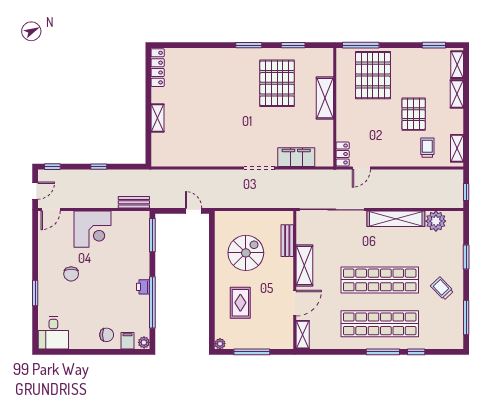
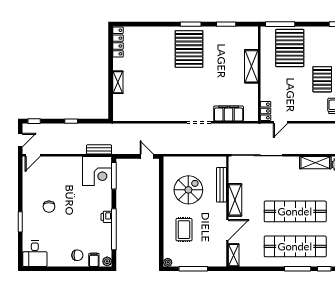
pallet: (277, 83) -> (189, 49), moved
shelving: (396, 219) -> (315, 163), width x0.68
corner desk: (92, 229) -> (97, 171), moved
bench: (287, 241) -> (221, 185), width x1.36

